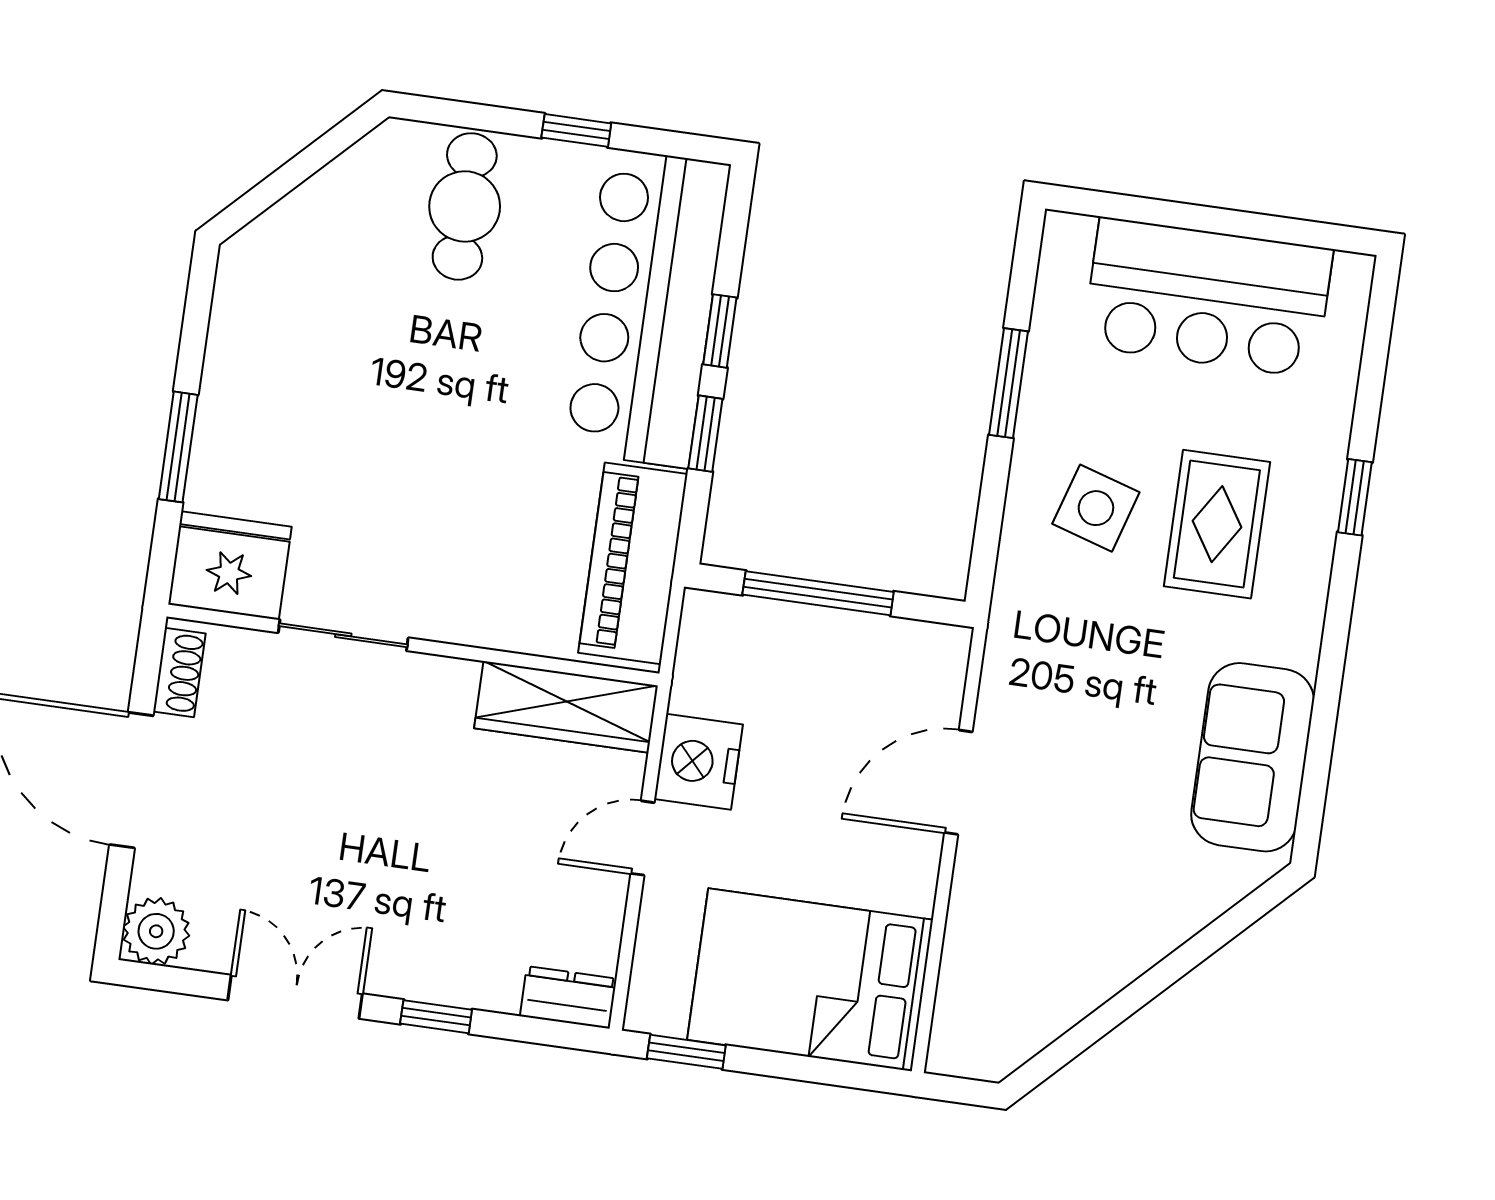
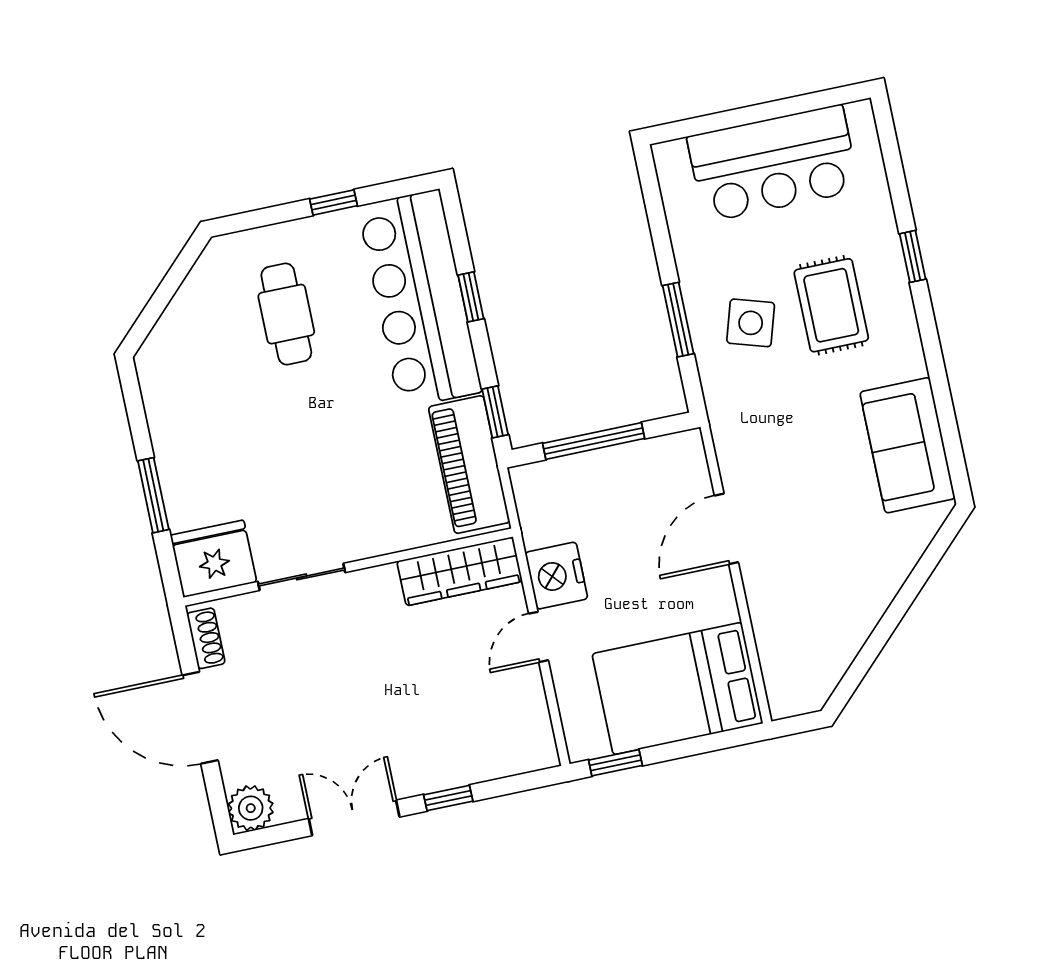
cafe table: (465, 206) -> (286, 314), moved
window: (1008, 383) -> (678, 320), moved
window: (705, 434) -> (495, 412), moved
dresser: (568, 997) -> (528, 755), removed

